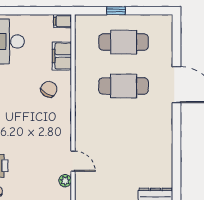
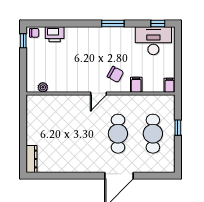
filing cabinet: (62, 56) -> (136, 85), width x0.50
door: (73, 161) -> (99, 93), moved

